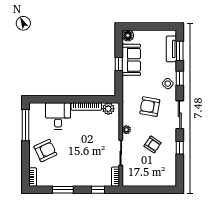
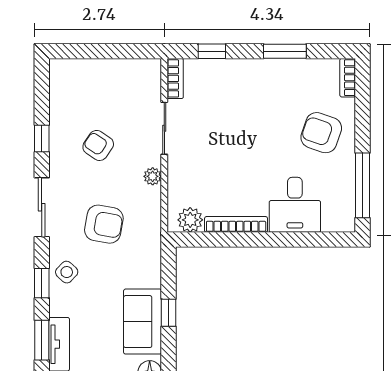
armchair: (45, 151) -> (321, 133), turned 44

